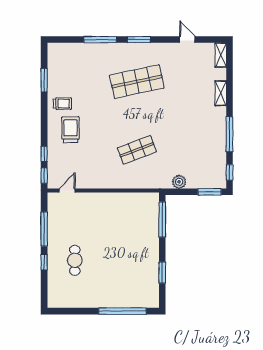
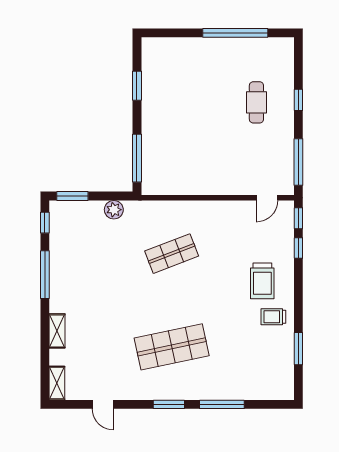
window: (44, 229) -> (298, 162), moved
window: (122, 311) -> (235, 33), moved

